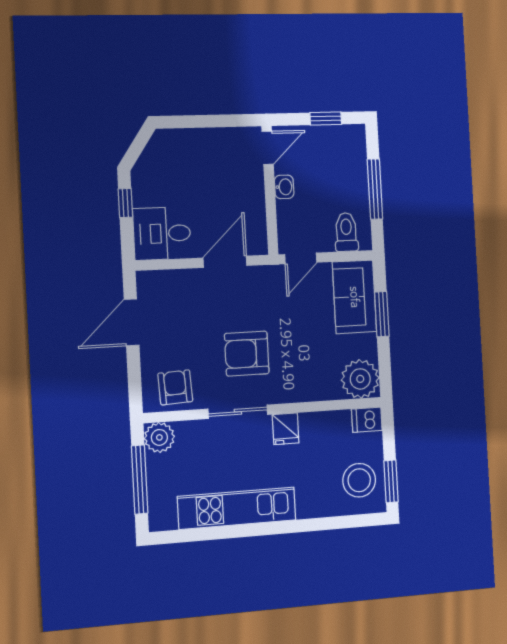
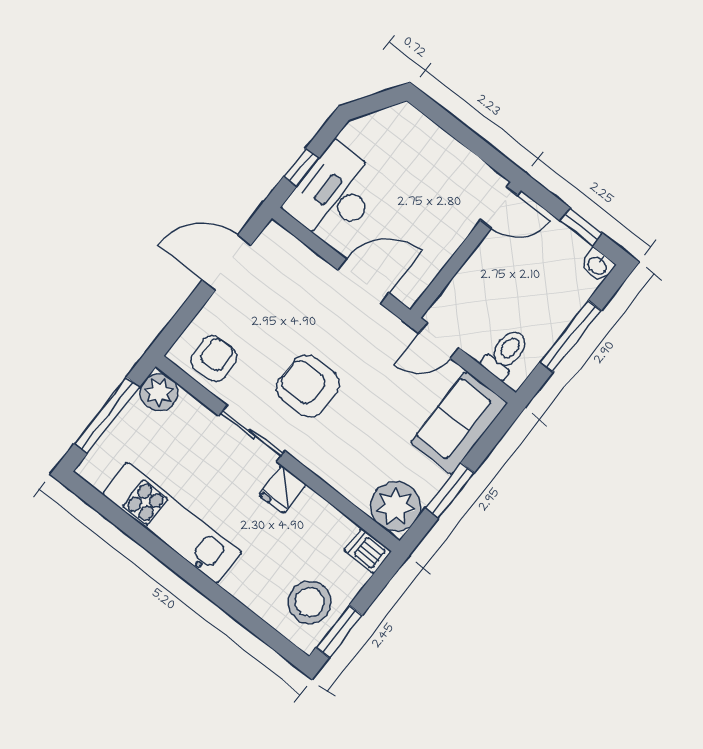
washbasin: (284, 187) -> (597, 265), moved, turned 90
window: (125, 203) -> (301, 167), moved
desk: (162, 233) -> (334, 194), width x1.37
window: (382, 314) -> (450, 490), moved

